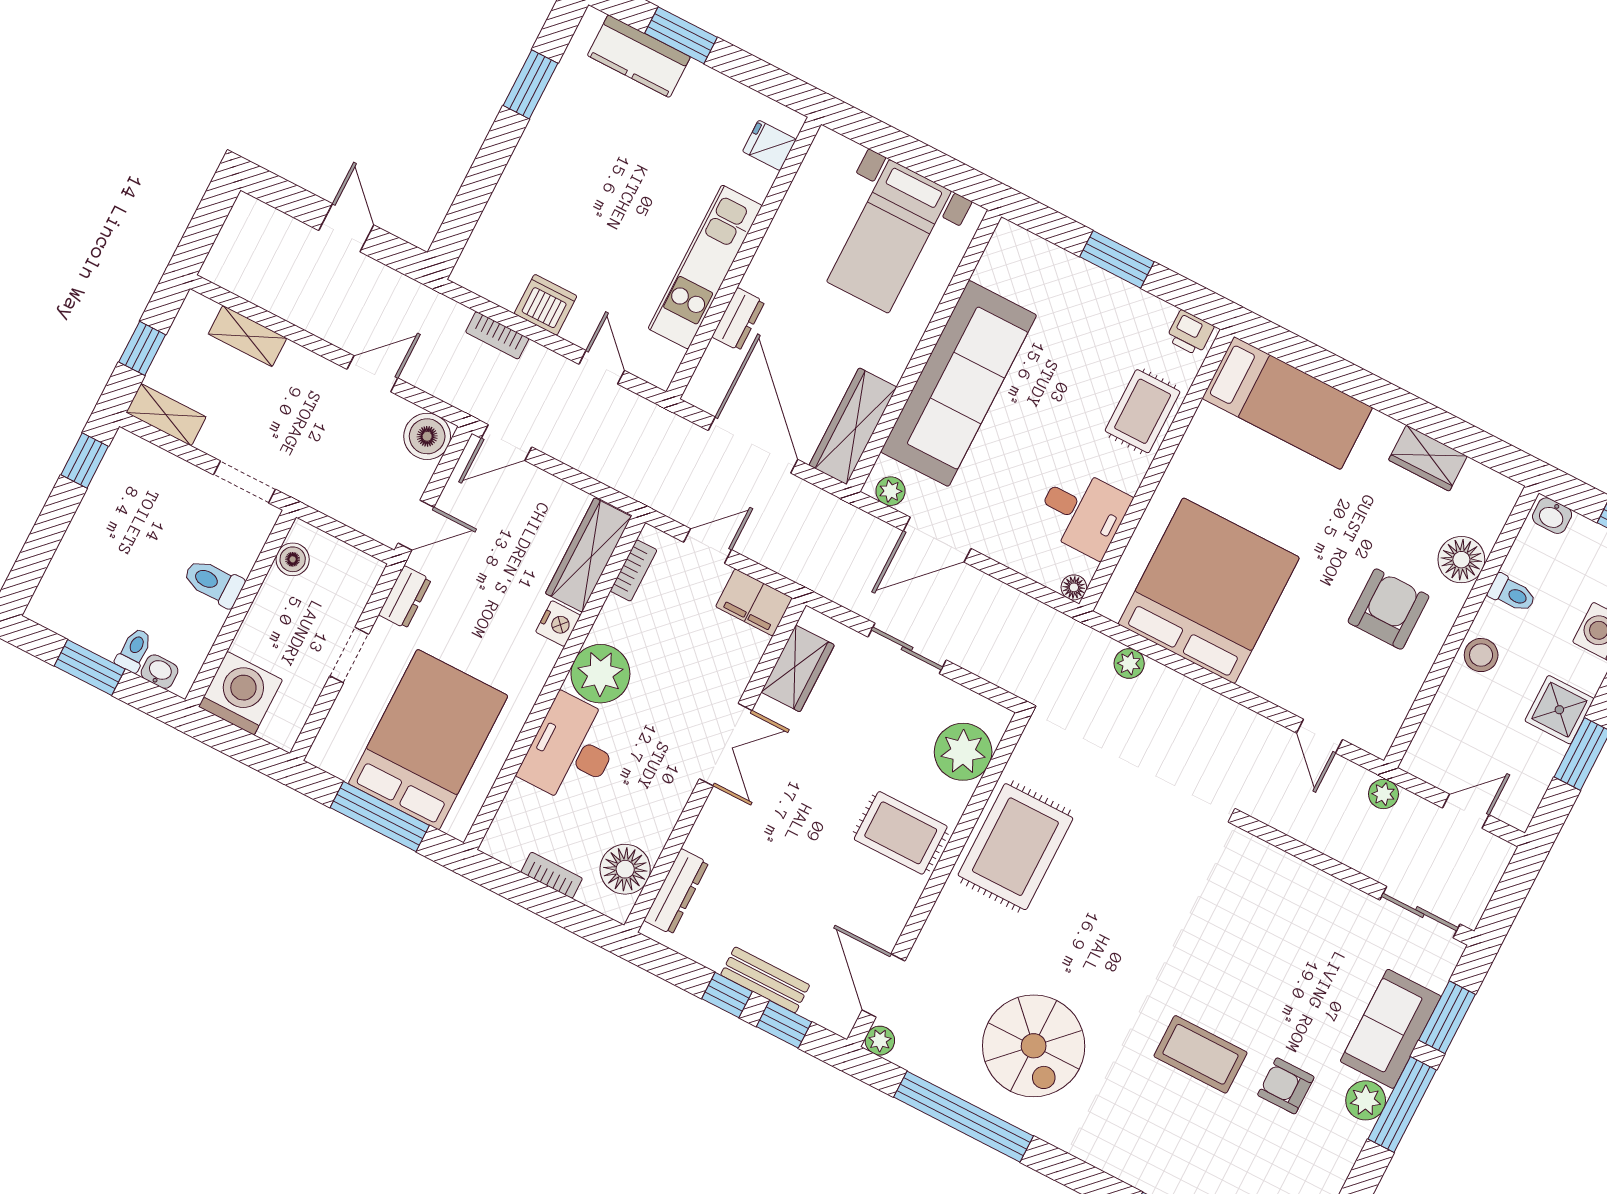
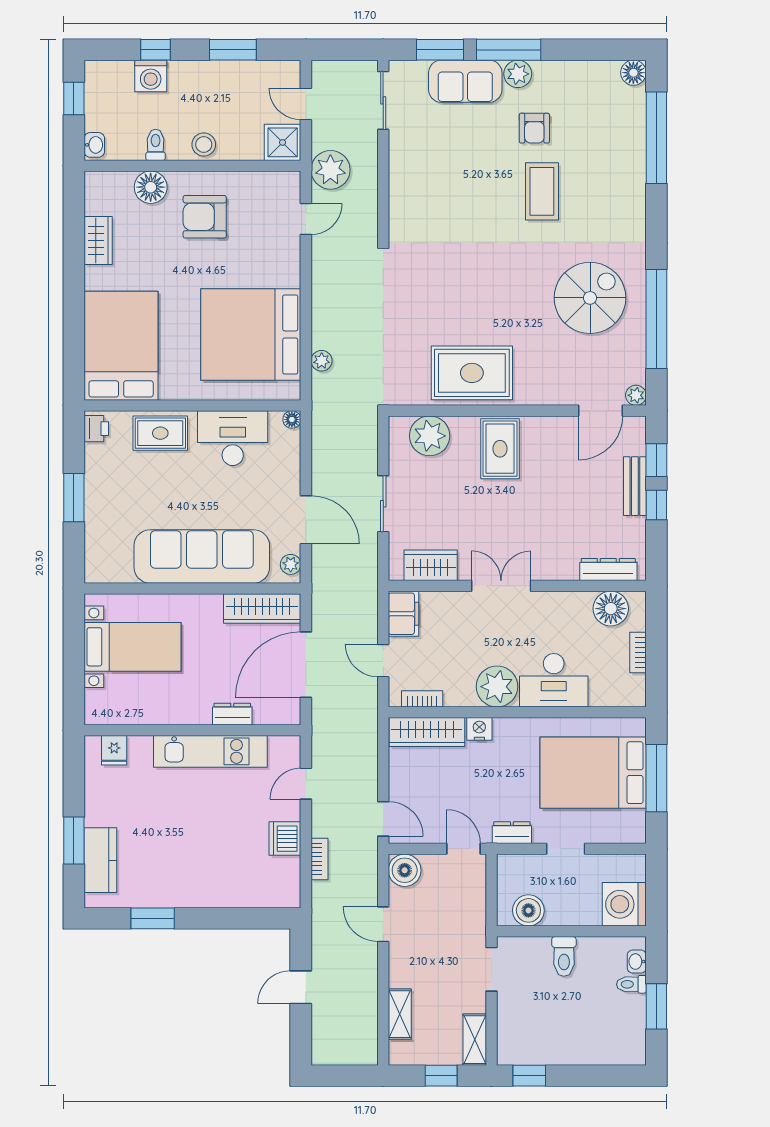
bed: (1287, 403) -> (121, 346), width x1.50
desk: (1083, 512) -> (233, 438), width x1.37
boiler: (293, 559) -> (528, 910), width x1.36, depth x1.36
shower: (1559, 710) -> (283, 142), moved
plant: (1383, 794) -> (330, 170), width x1.87, depth x1.87

